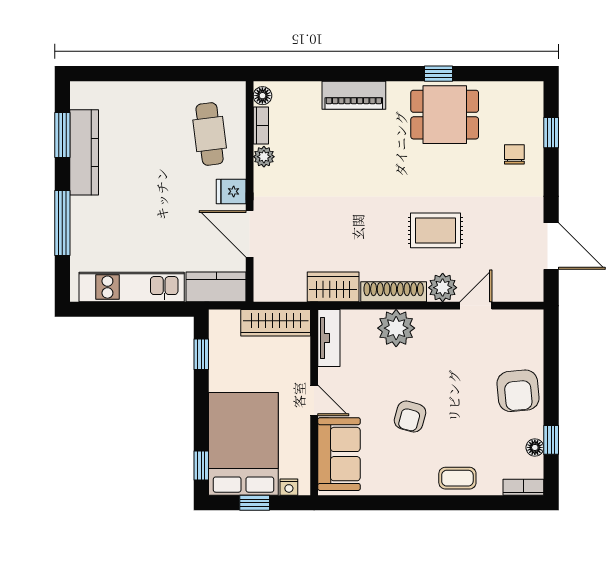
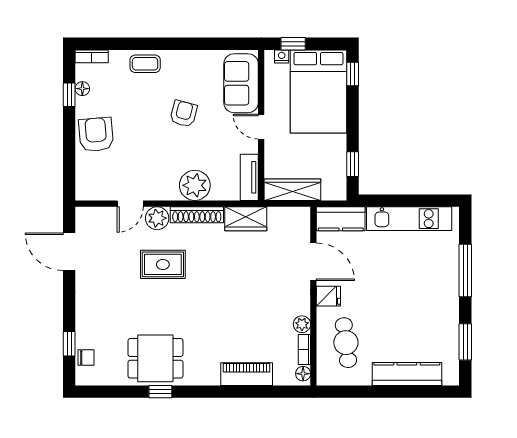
piano: (354, 95) -> (247, 374), moved
kitchen counter: (84, 152) -> (407, 374), moved, turned 90
chair: (514, 154) -> (86, 358), moved, turned -90
window: (255, 503) -> (293, 44), moved

